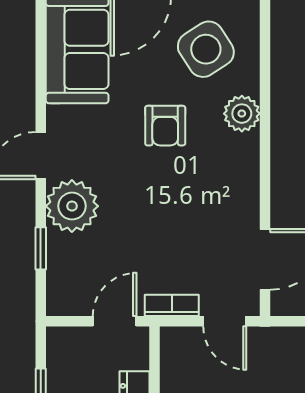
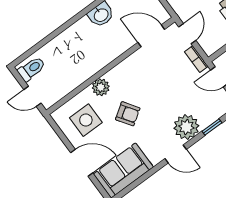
side table: (206, 49) -> (86, 120), turned 33
armchair: (165, 126) -> (128, 114), turned 56

